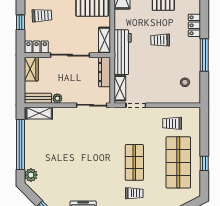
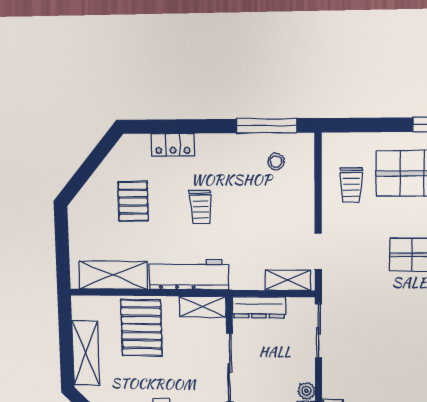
workbench: (123, 52) -> (189, 275), moved
window: (204, 55) -> (267, 126), moved

